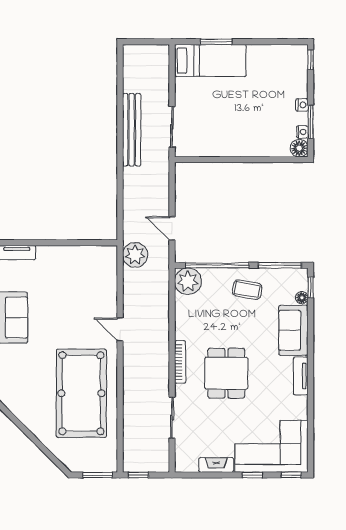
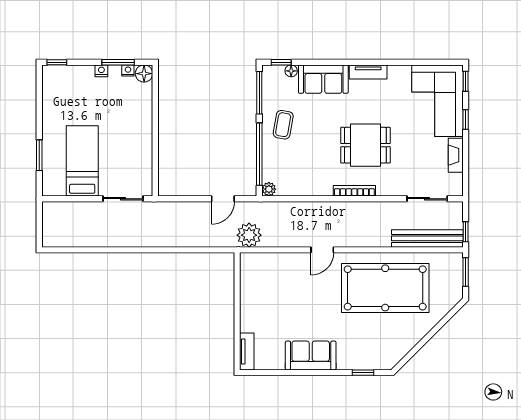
bed: (210, 60) -> (82, 161), moved
bench: (132, 130) -> (427, 238), moved
plant: (188, 281) -> (269, 189), width x0.53, depth x0.53
sliding door: (172, 418) -> (427, 199), moved

